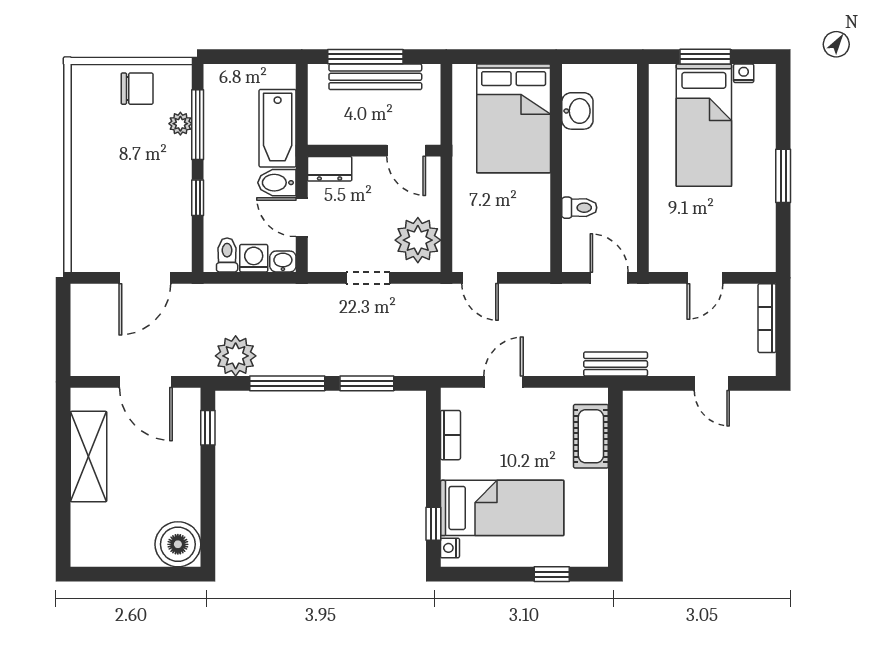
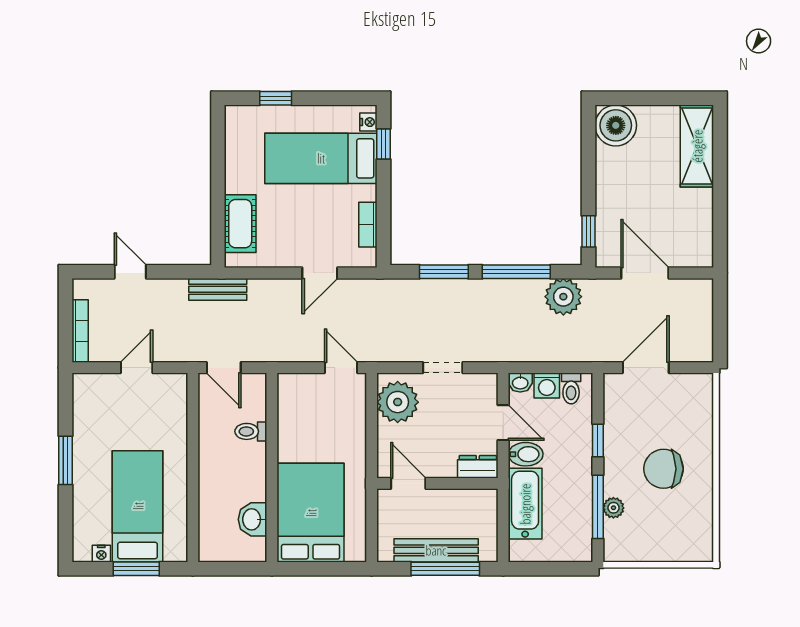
chair: (137, 89) -> (663, 469), moved, width x1.37, depth x1.37
shelving: (89, 457) -> (697, 146), moved

